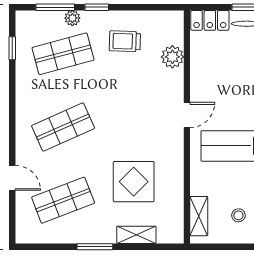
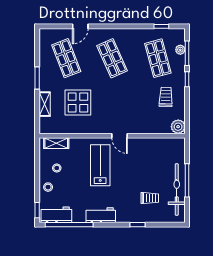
plant: (72, 18) -> (180, 50), moved
locker: (210, 20) -> (179, 150), removed
plant: (172, 57) -> (178, 127), moved

